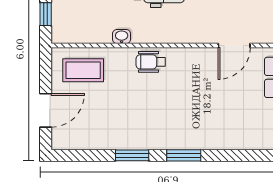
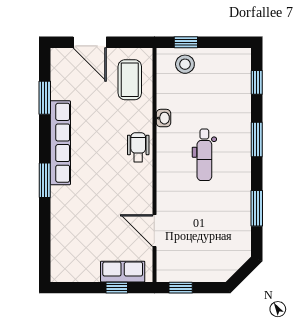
stool: (68, 15) -> (185, 64), added
row of seats: (146, 140) -> (60, 143), added
window: (132, 155) -> (45, 98), moved

